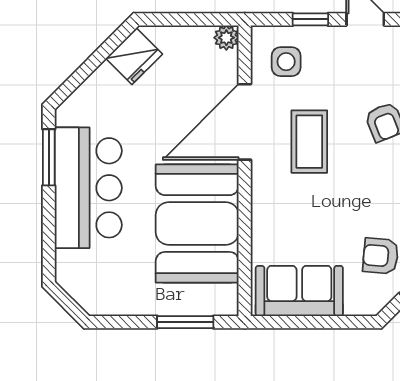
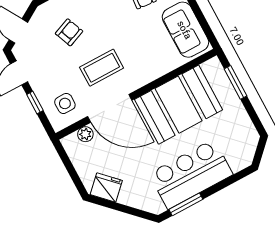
plant: (226, 38) -> (85, 134), moved

